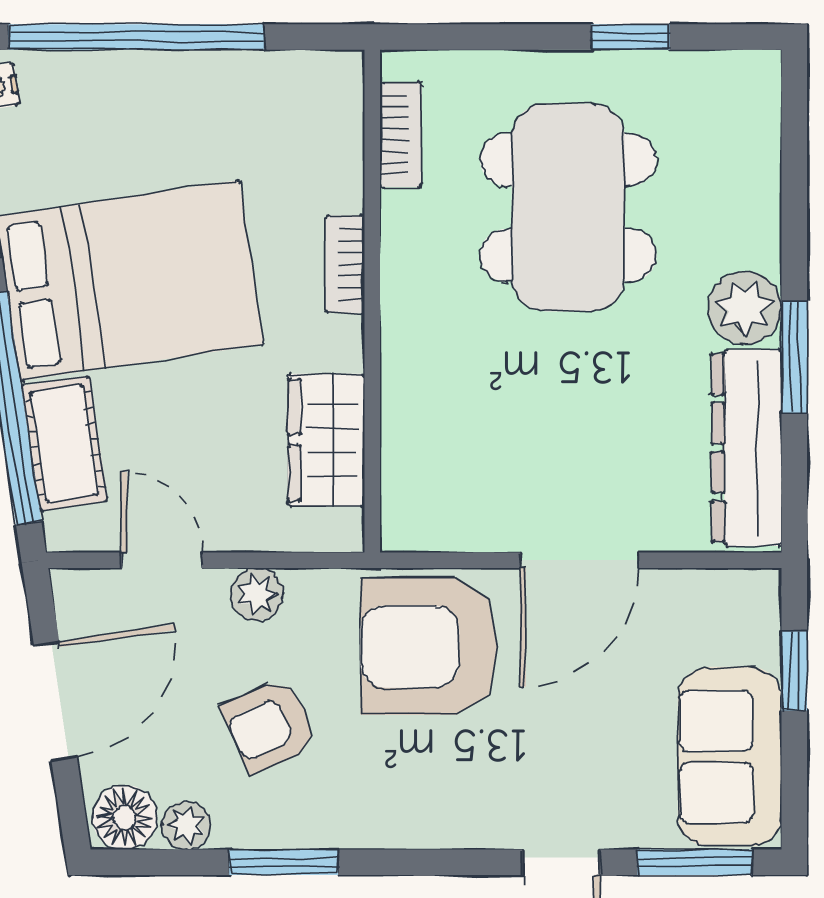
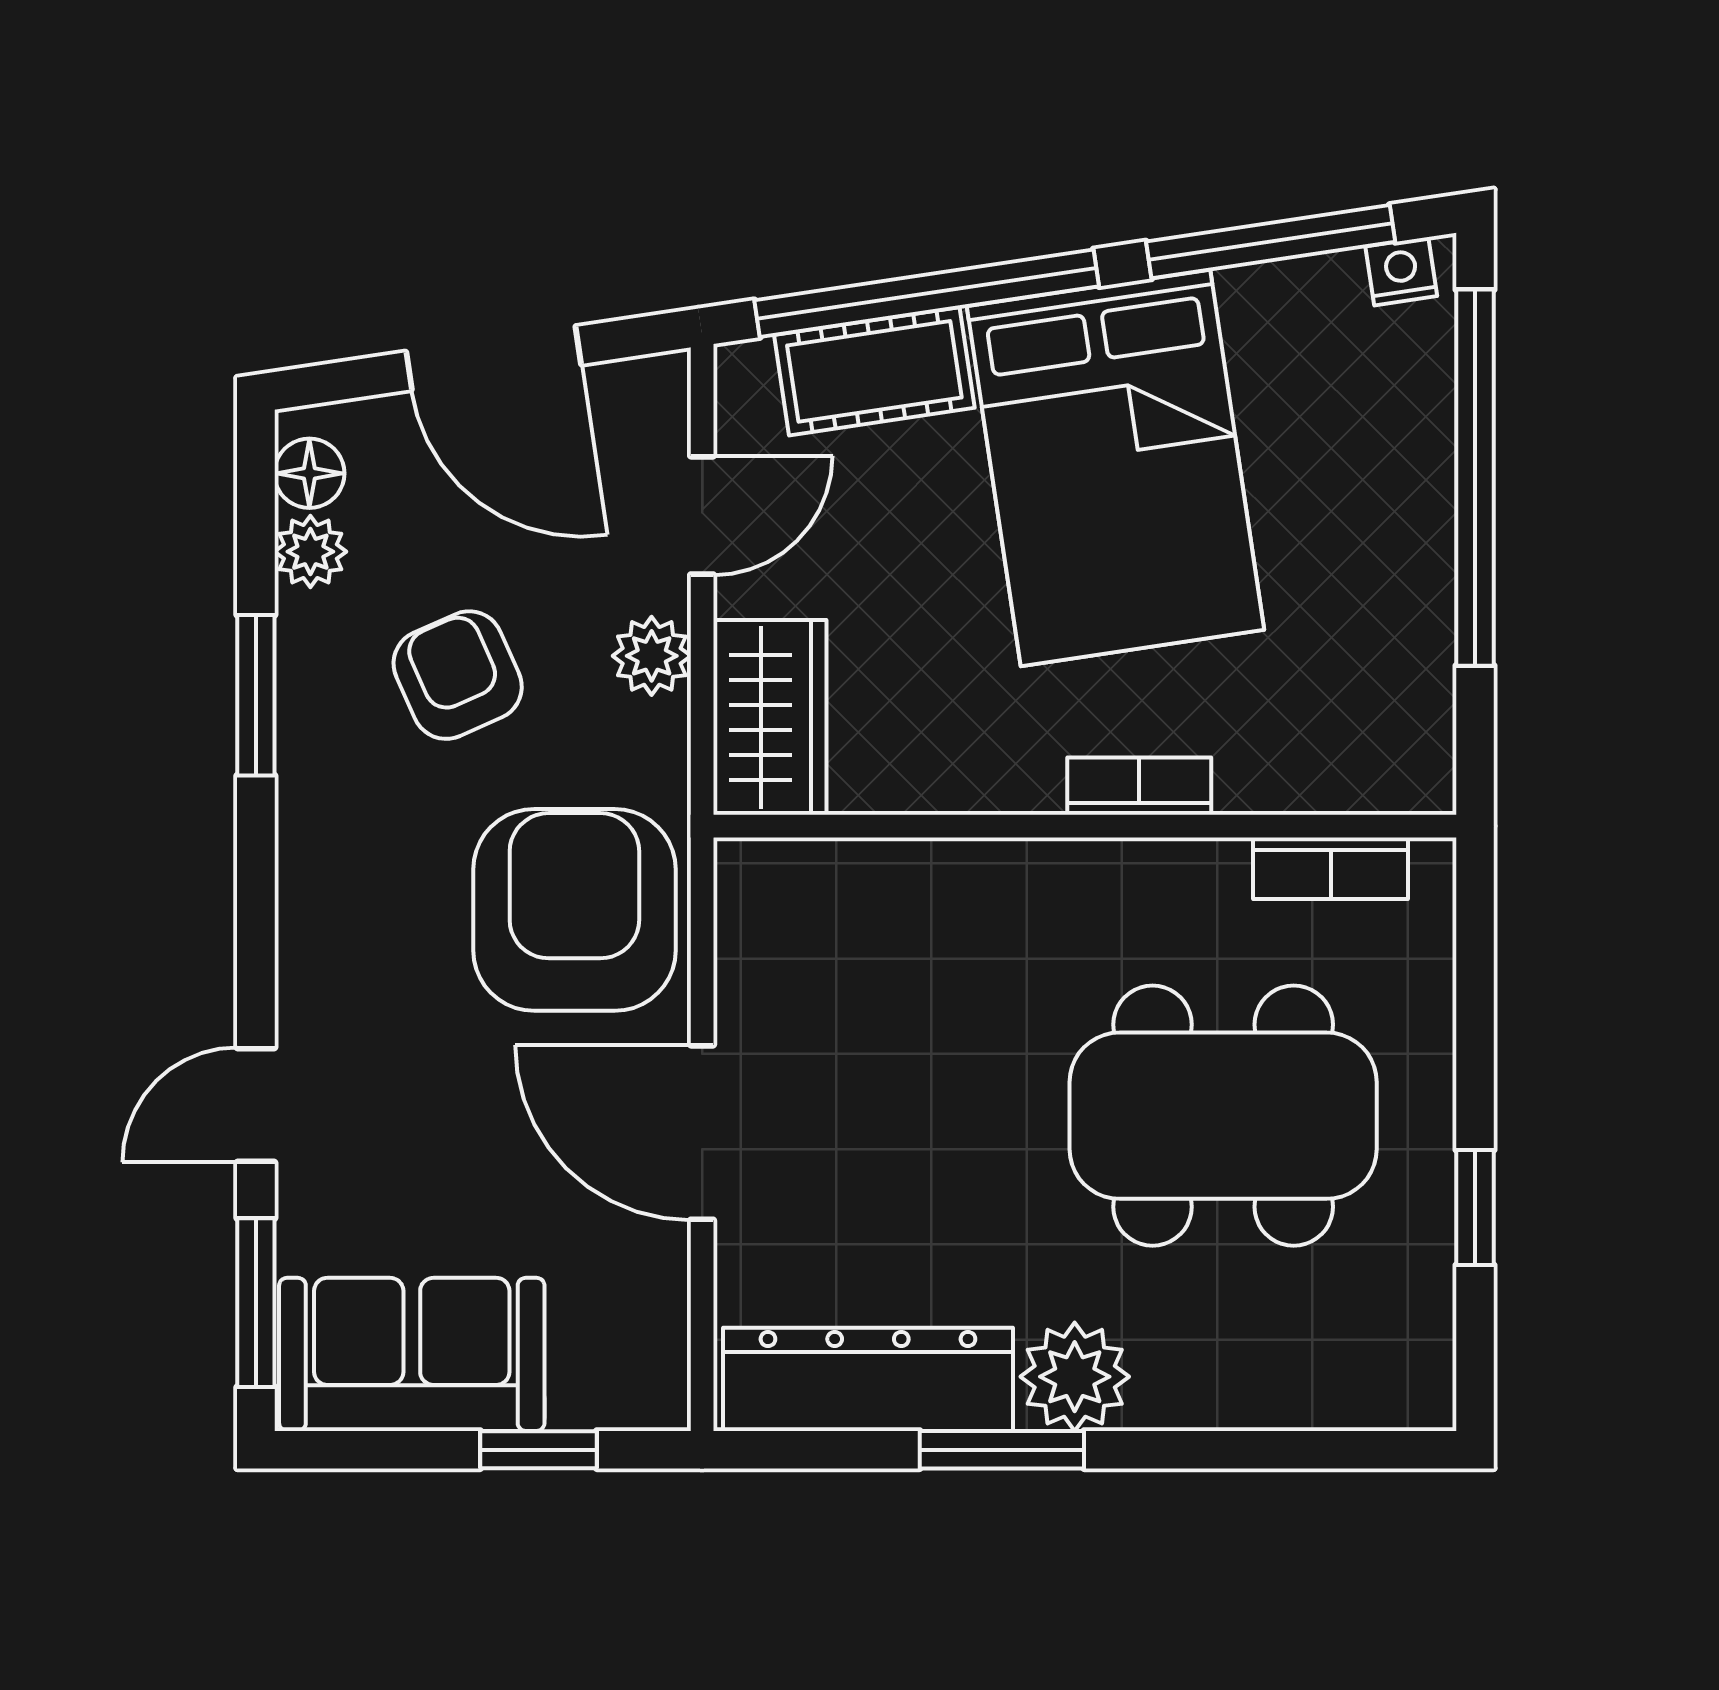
wardrobe: (326, 440) -> (770, 717), moved, turned 90
floor lamp: (125, 817) -> (309, 473), width x0.73, depth x0.73

